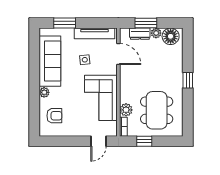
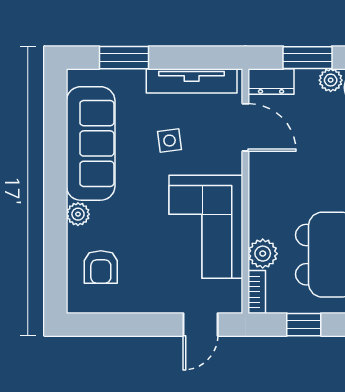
dresser: (140, 34) -> (271, 81), moved
armchair: (54, 116) -> (101, 267), turned 90

